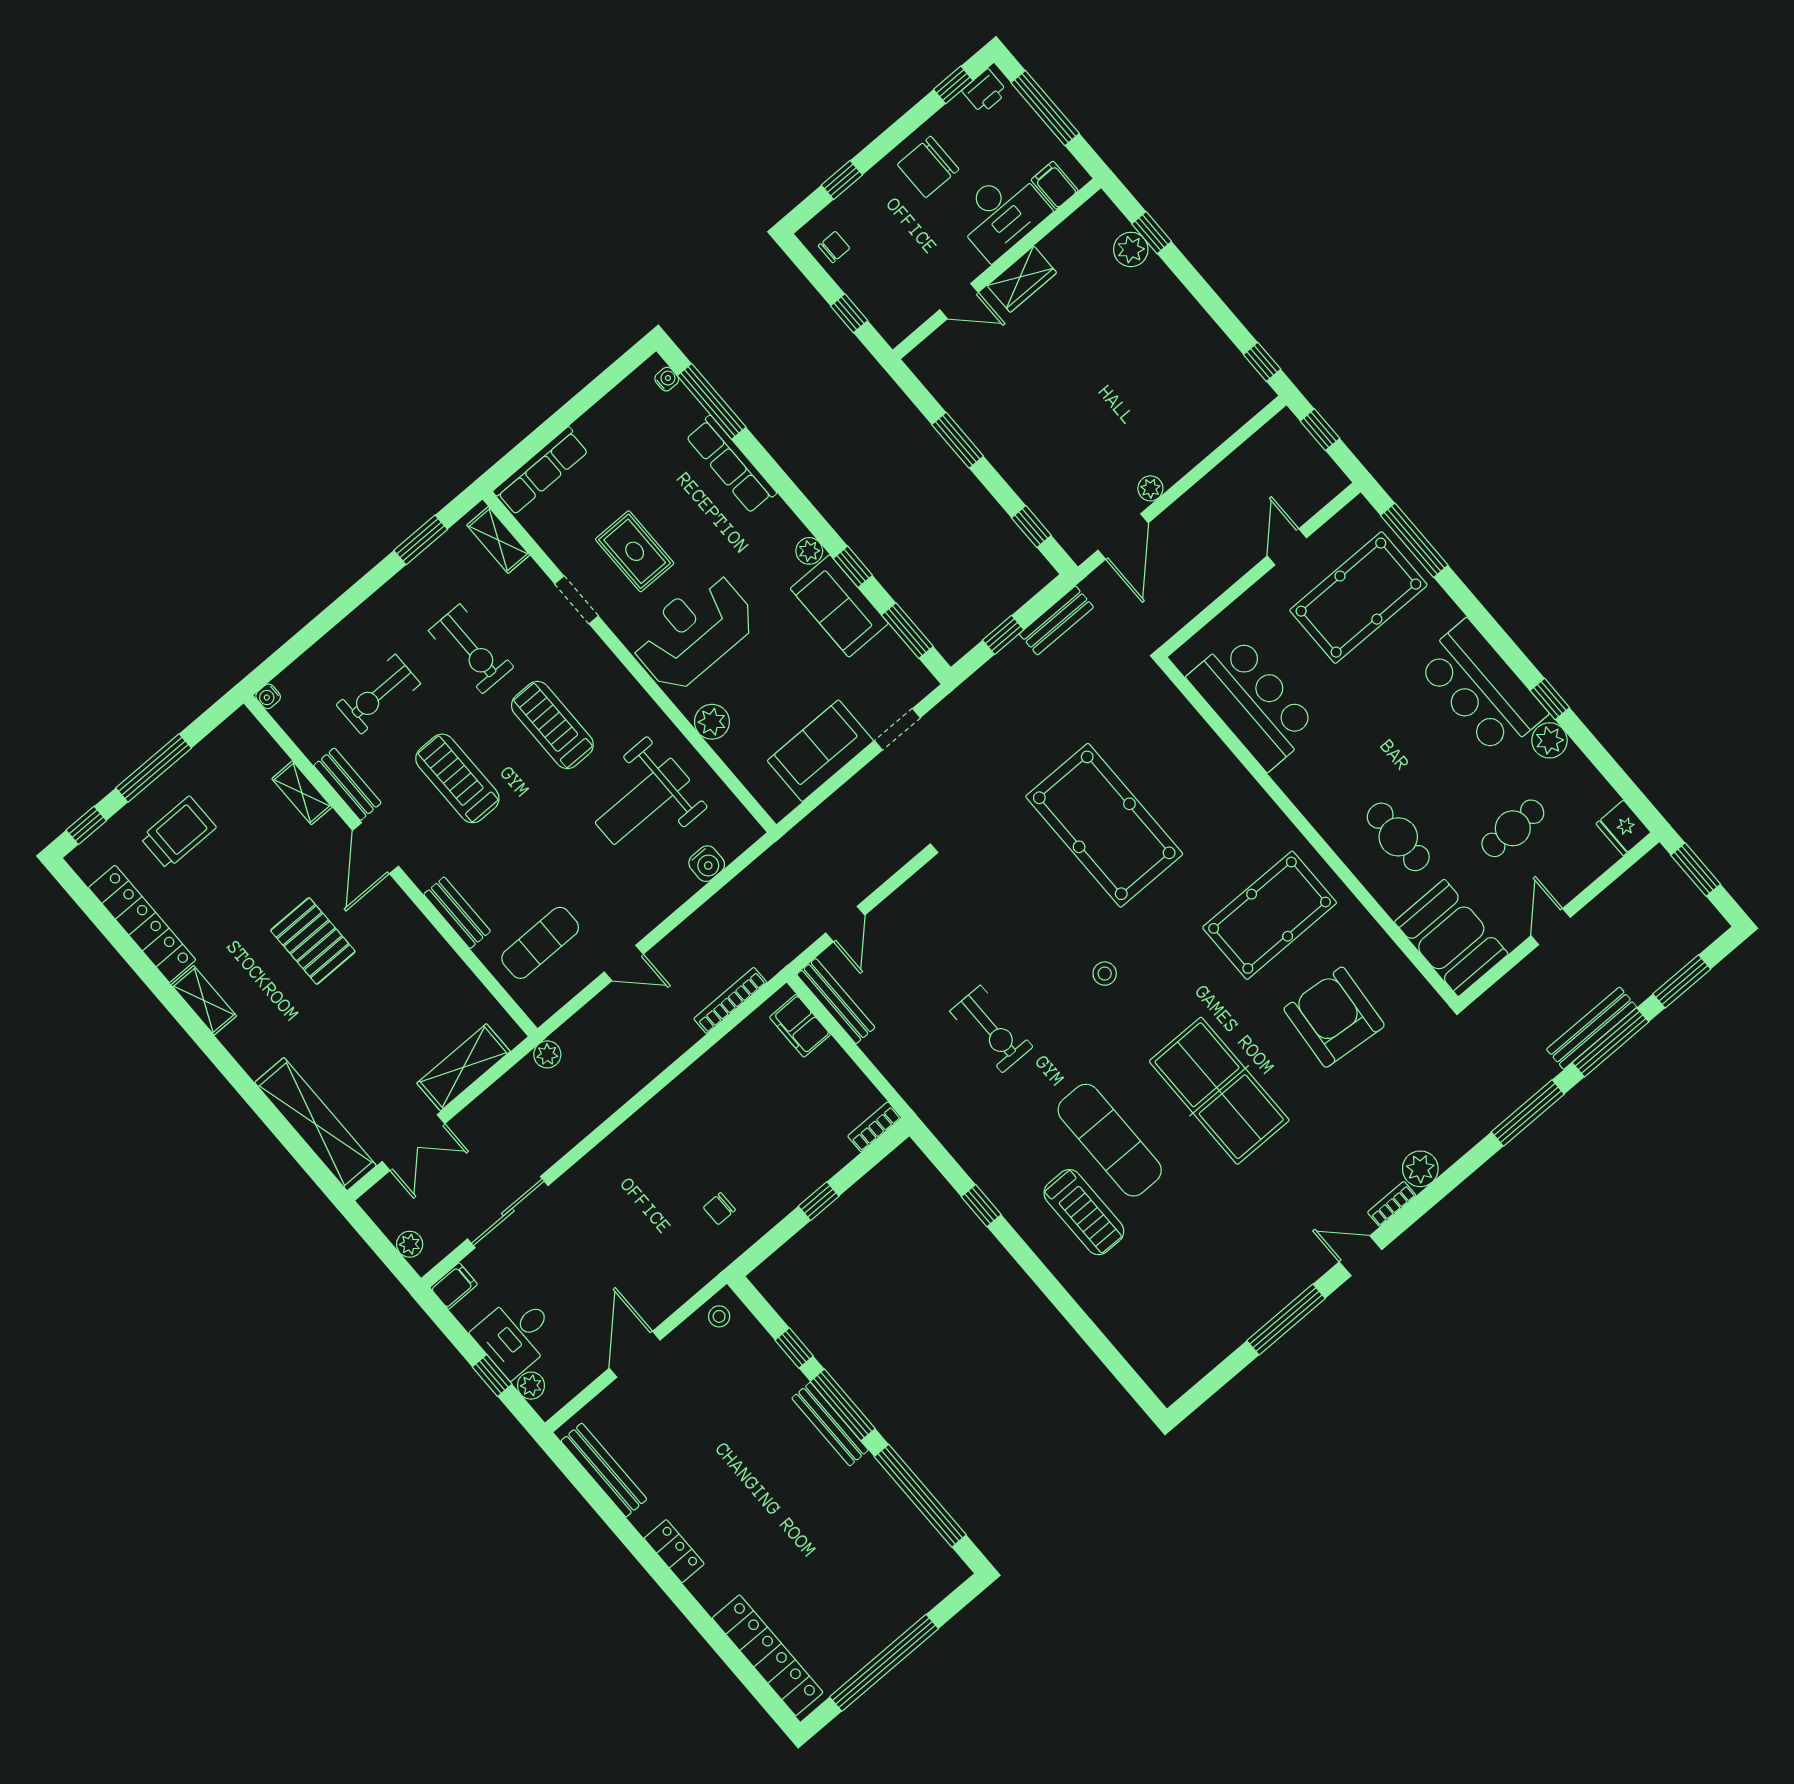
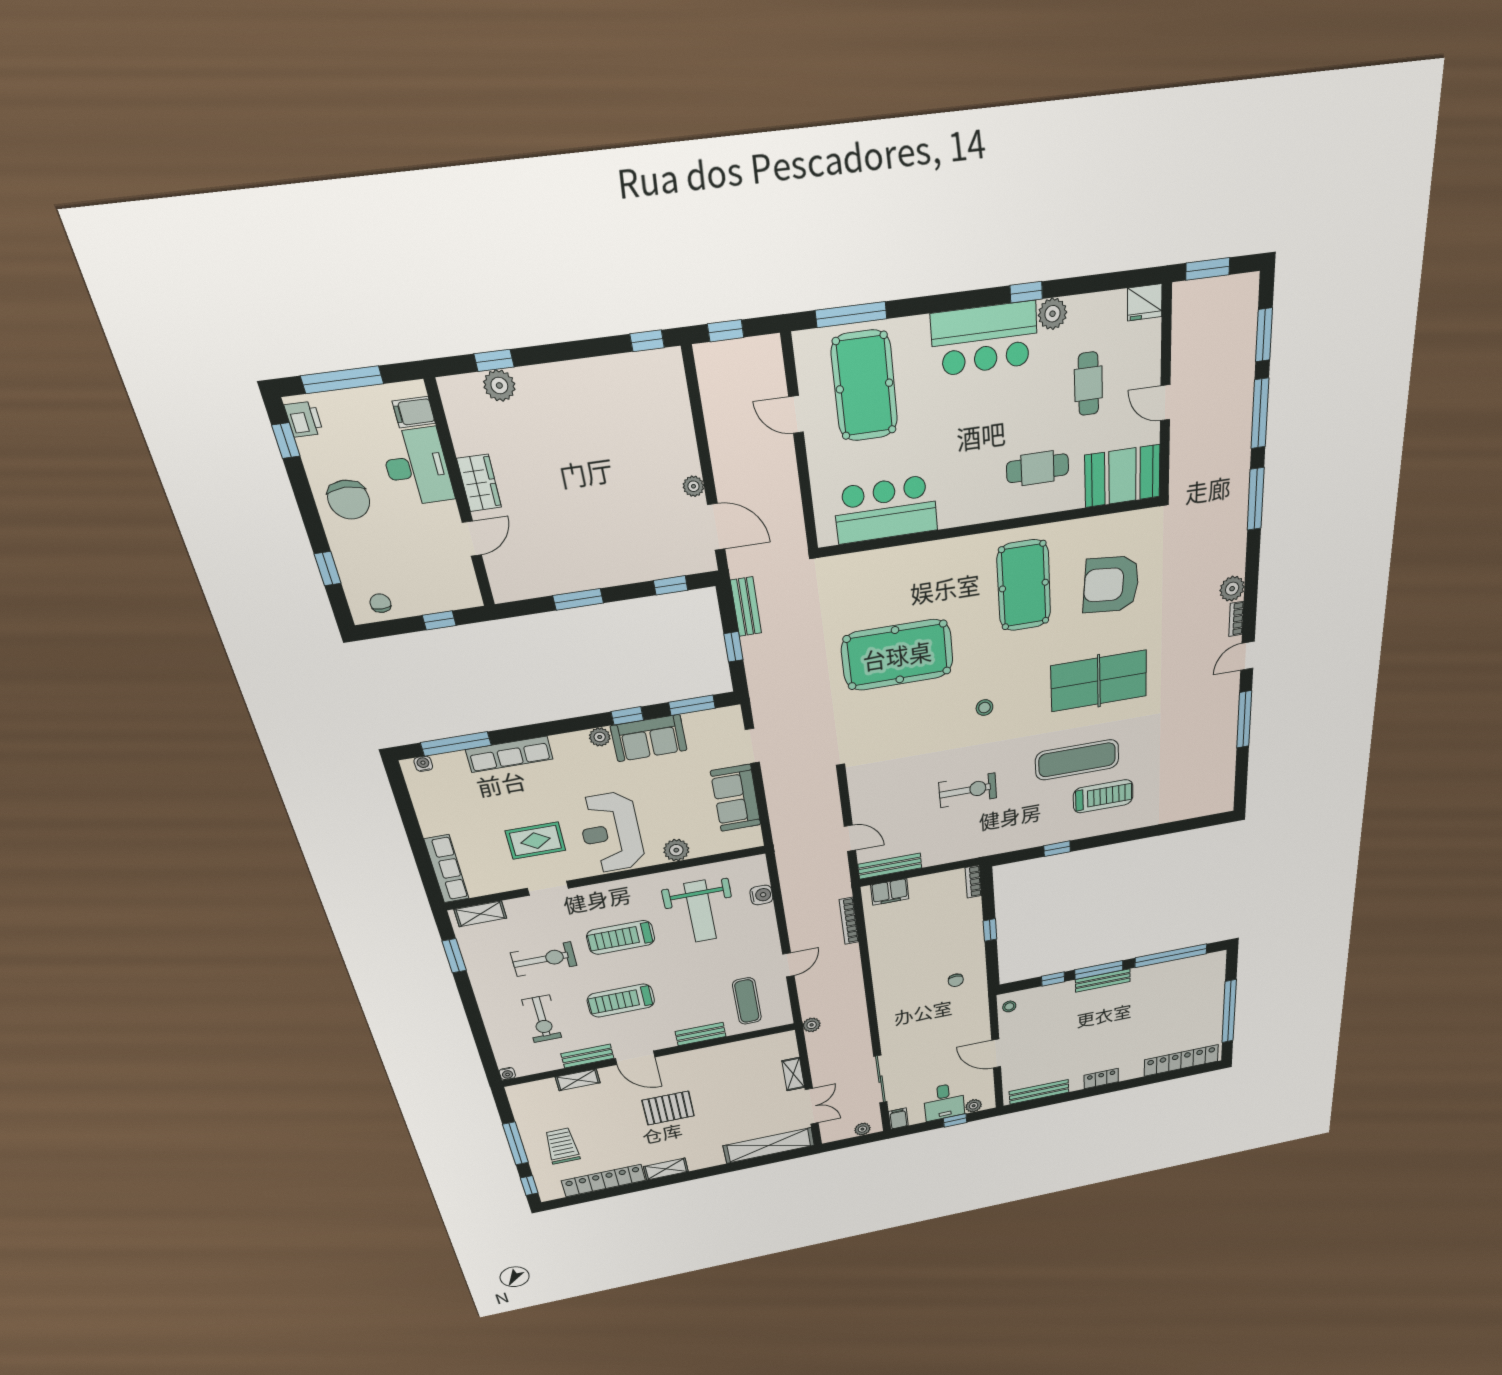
bench: (1592, 1028) -> (1243, 420), removed
shelving: (463, 1067) -> (793, 1074), width x0.67, depth x0.75

